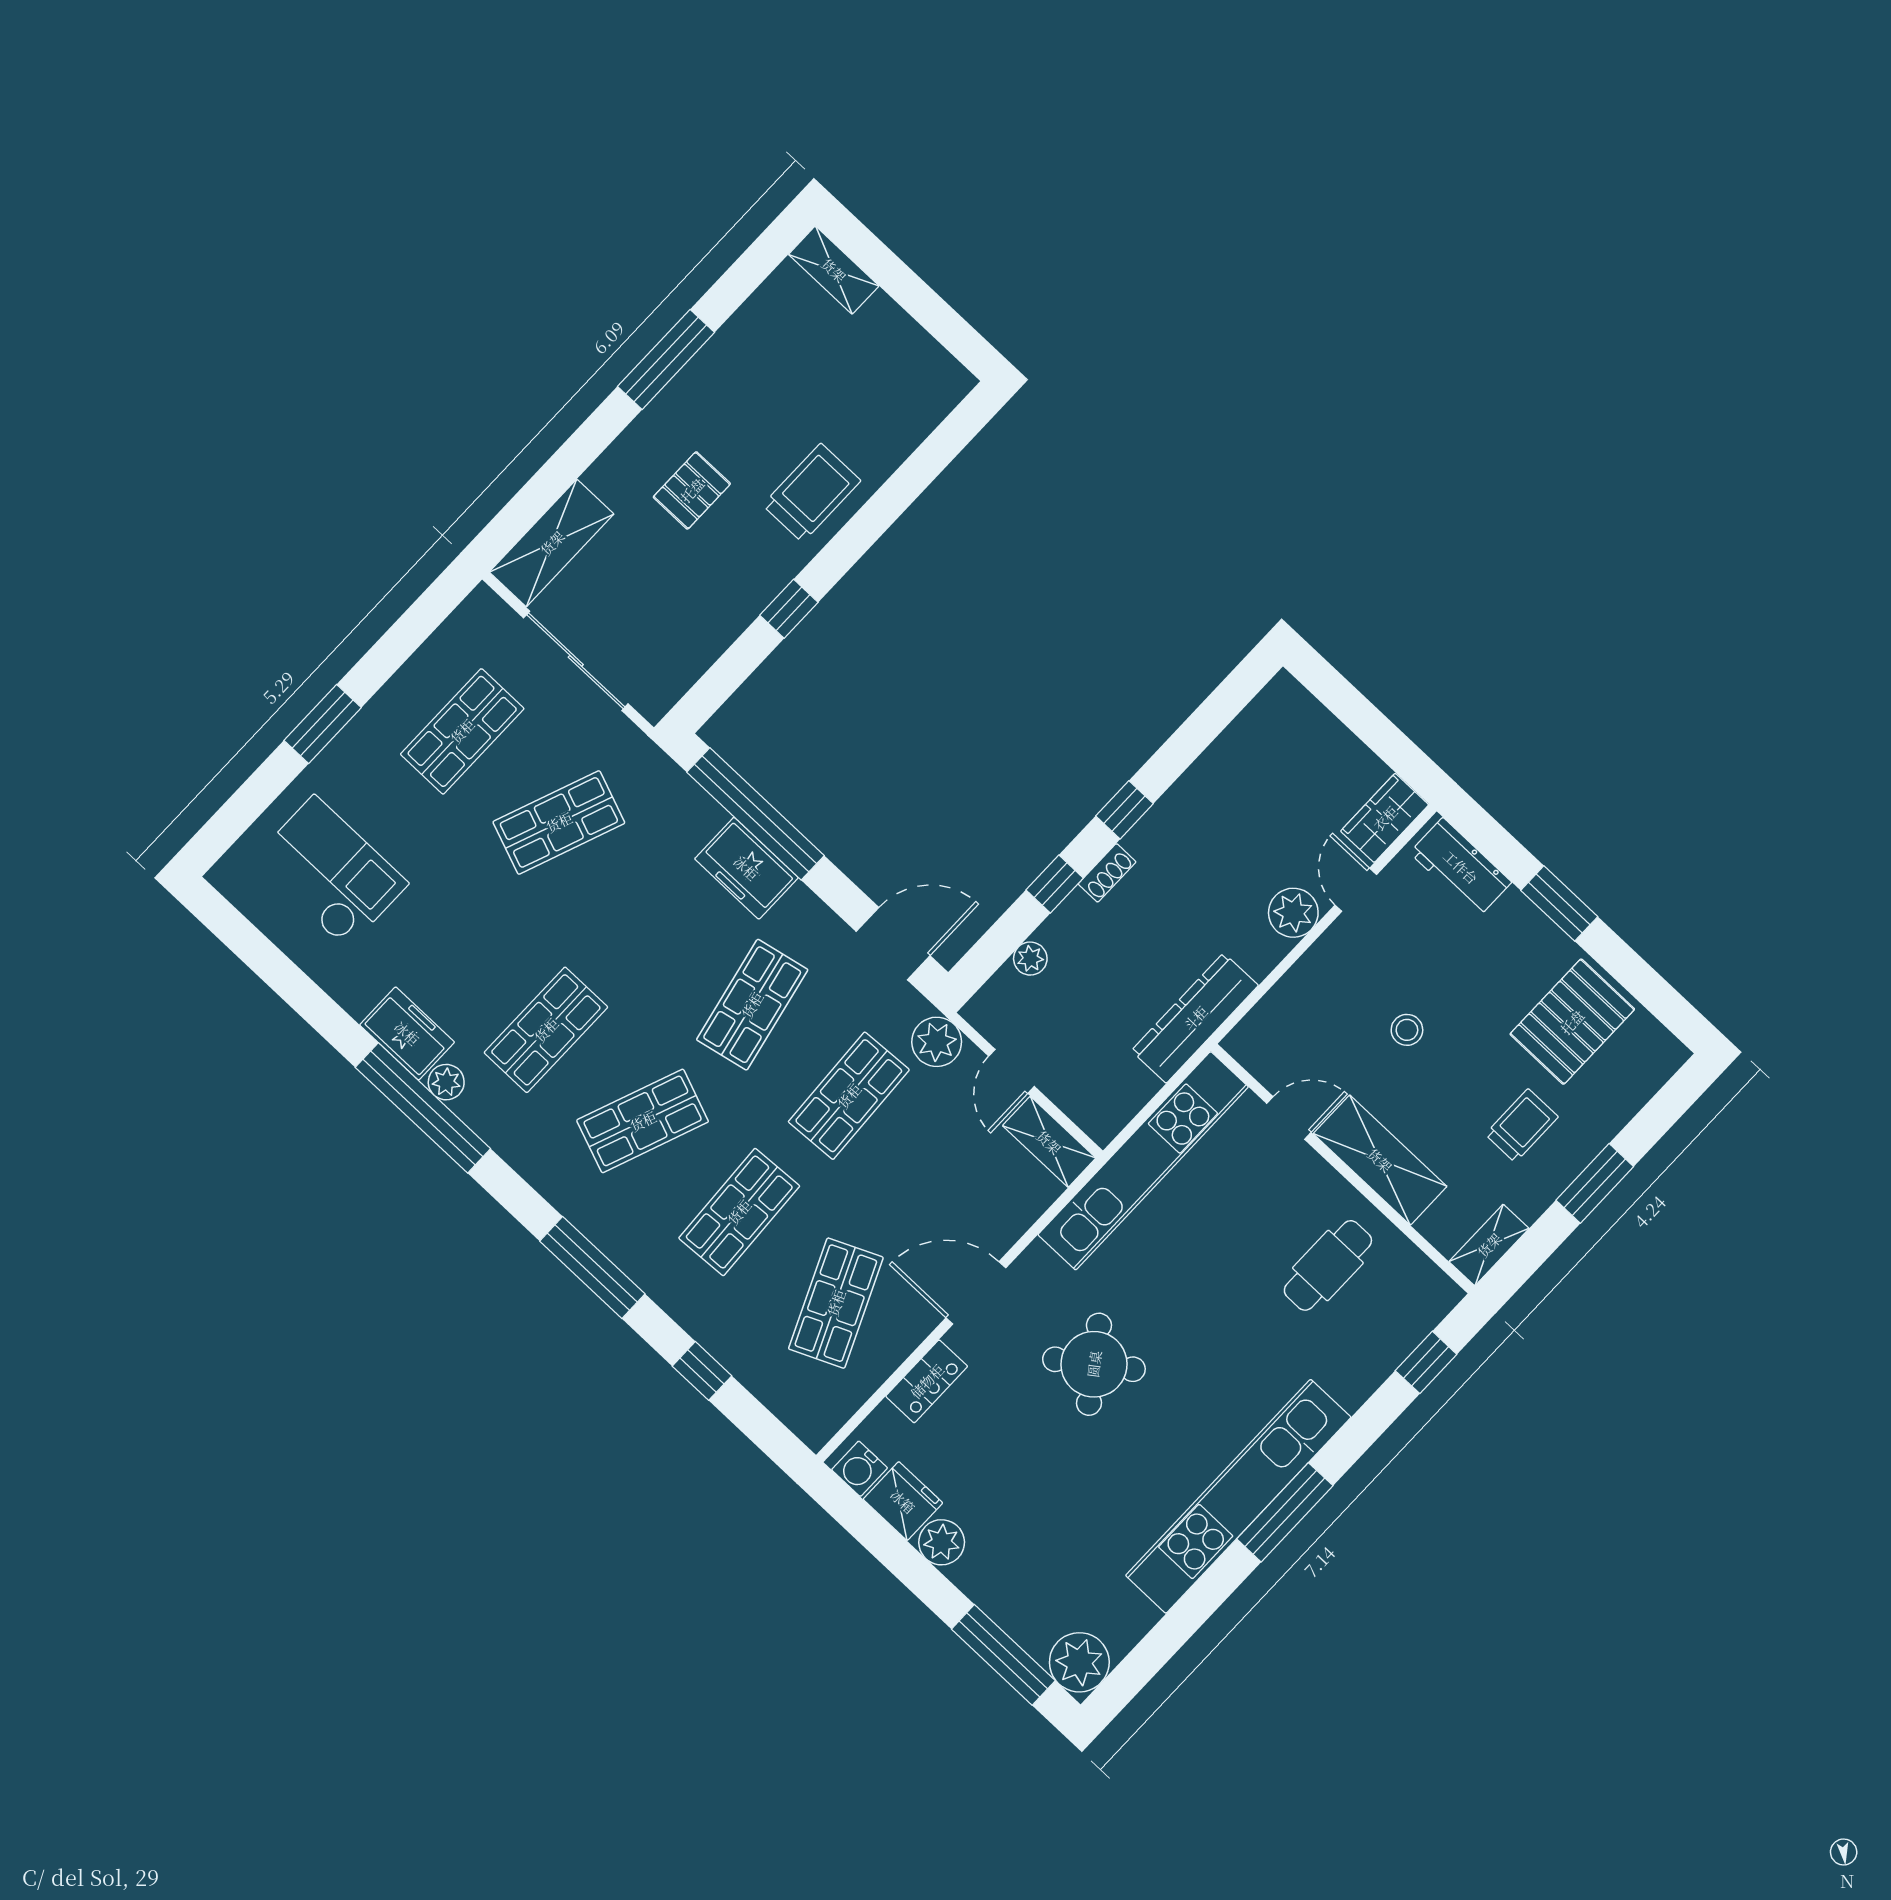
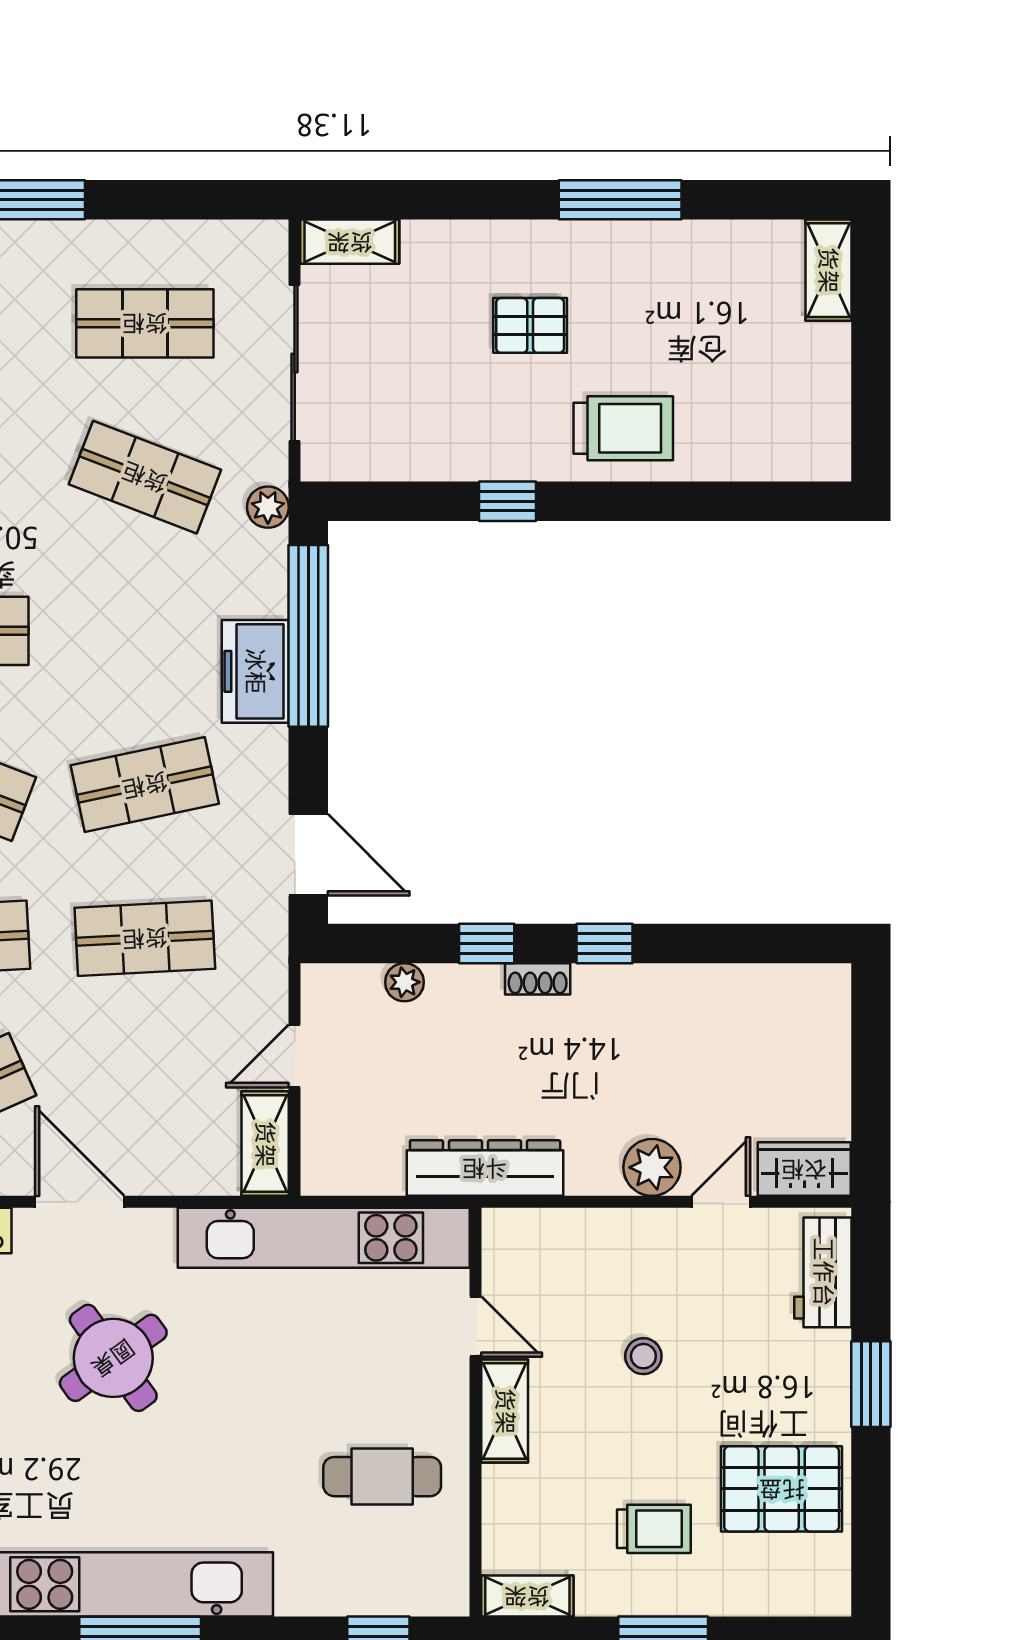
shelving: (552, 543) -> (350, 242), width x0.67, depth x0.75
plant: (937, 1042) -> (268, 507), moved, width x0.73, depth x0.73
shelving: (1380, 1160) -> (505, 1411), width x0.67, depth x0.75

